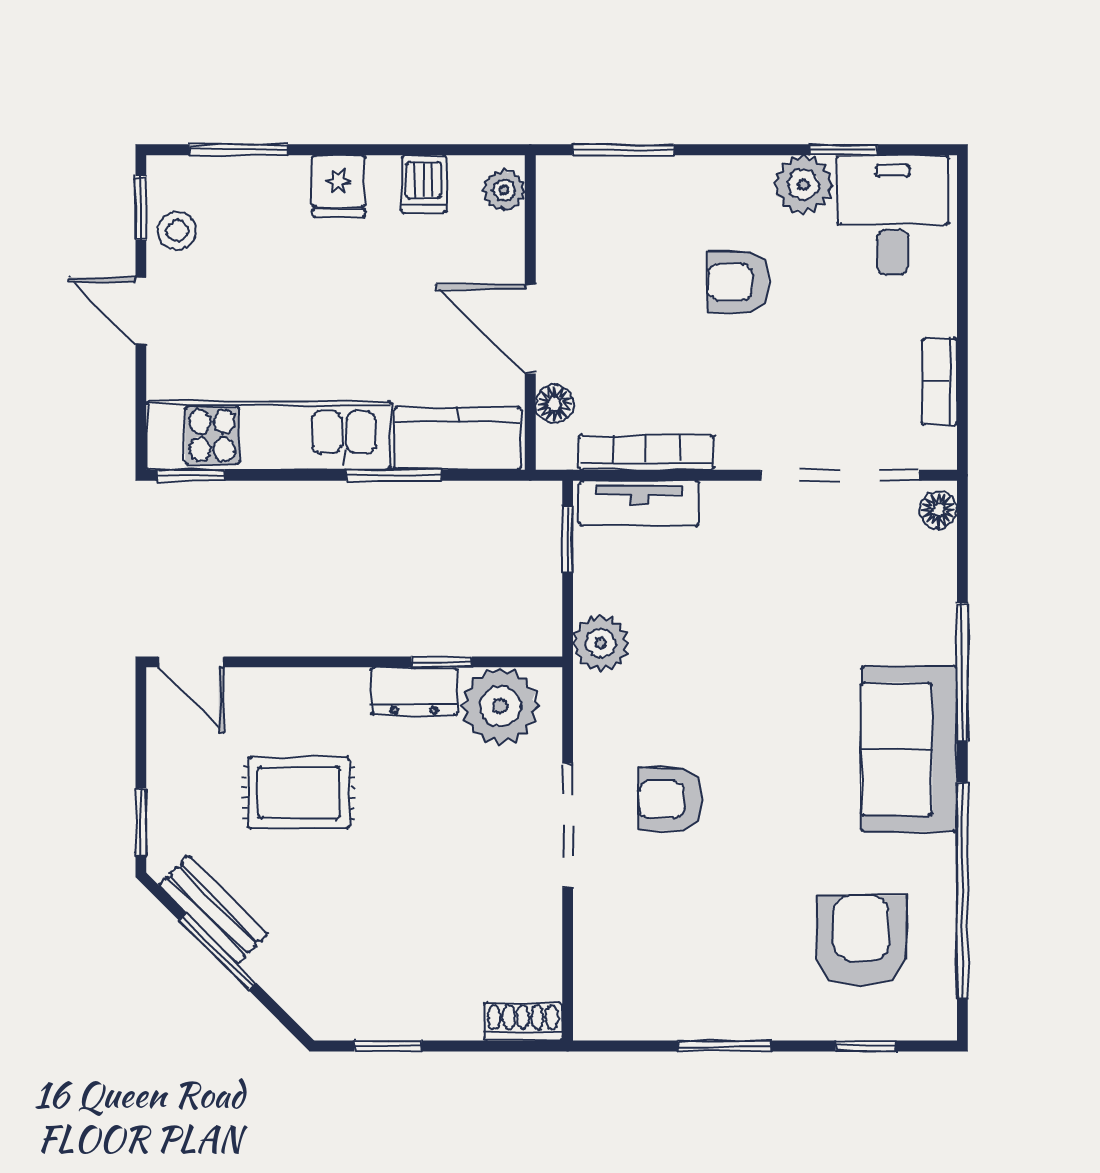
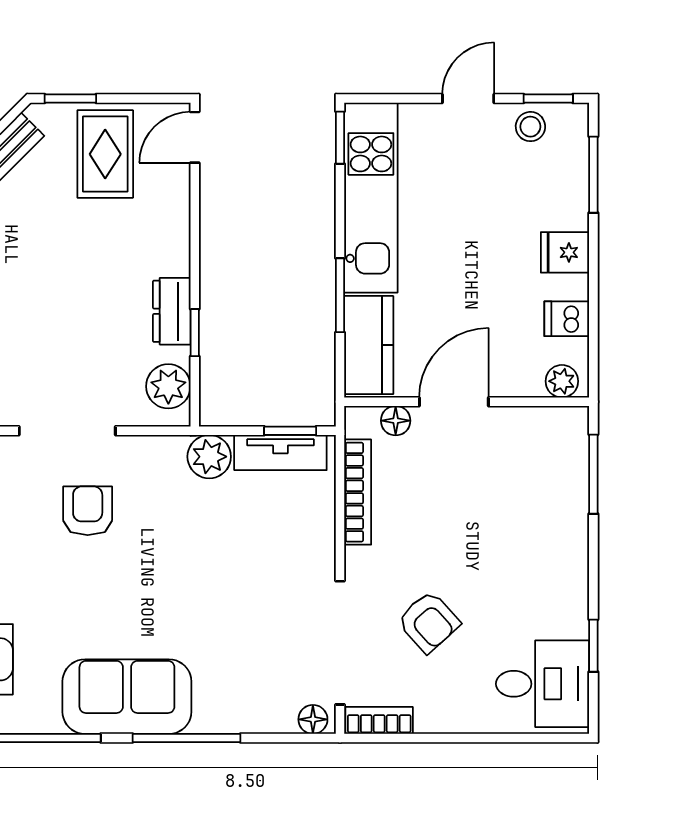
plant: (803, 185) -> (566, 614), removed
armchair: (738, 282) -> (429, 622), moved, turned 138
bookcase: (940, 381) -> (379, 720), moved
tv unit: (639, 503) -> (280, 453), moved, turned -90
plant: (500, 706) -> (168, 386), width x0.73, depth x0.73
rug: (299, 793) -> (105, 154), moved

